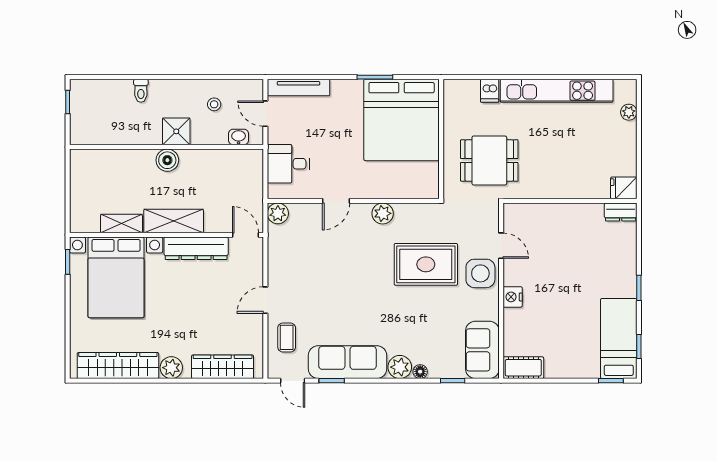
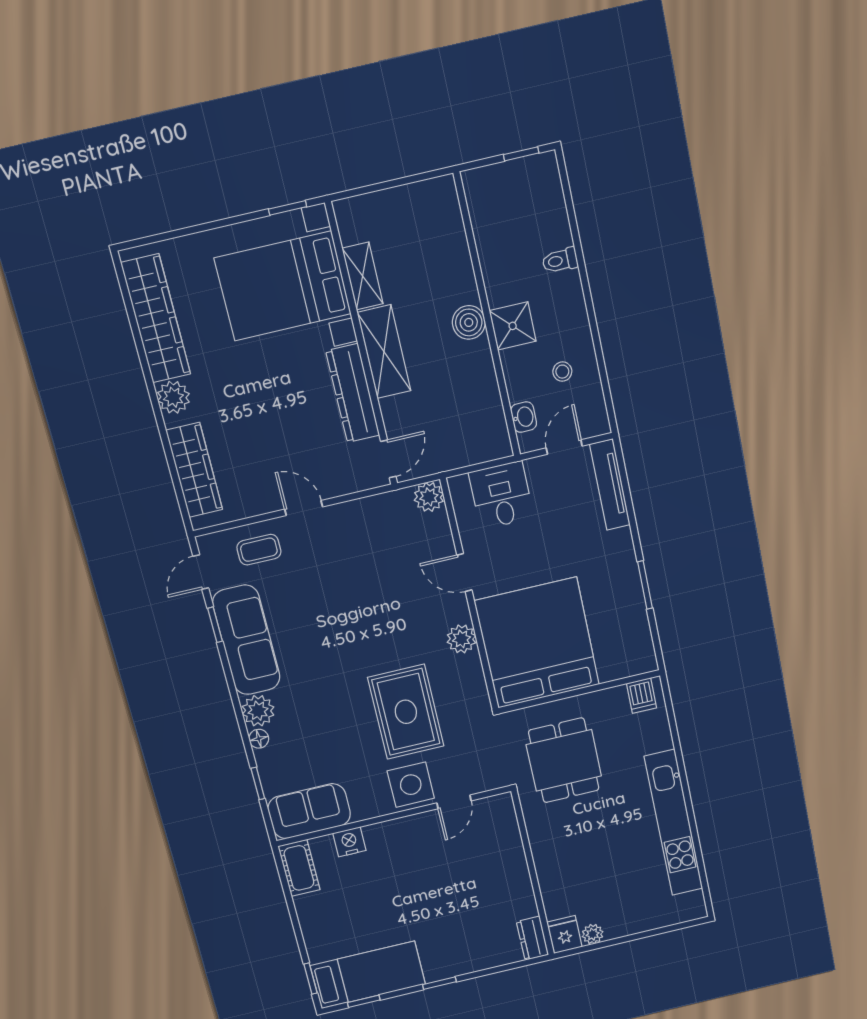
dishwasher: (490, 91) -> (641, 696), moved, turned -90
plant: (629, 112) -> (593, 934), moved
bed: (402, 120) -> (537, 643), moved, turned 90
nightstand: (513, 297) -> (349, 842), moved

